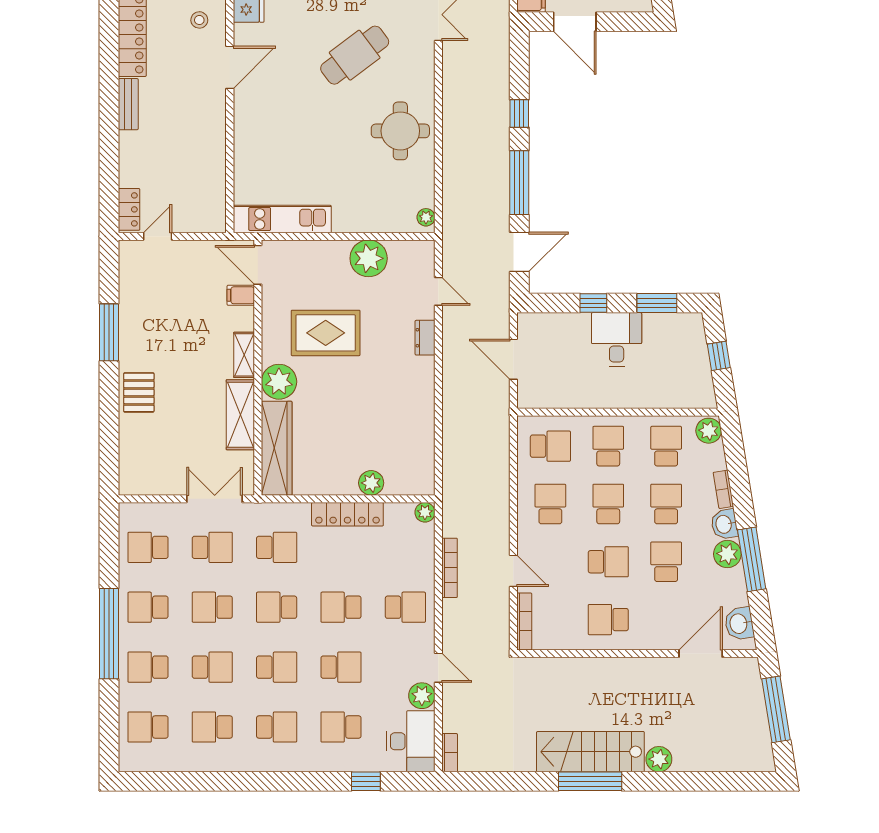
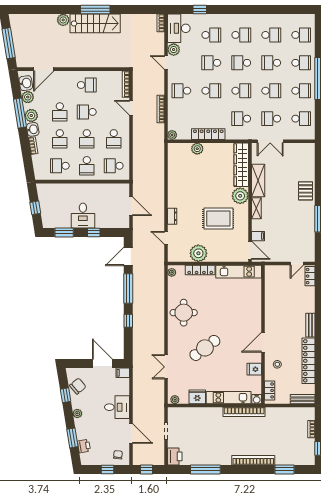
locker: (365, 222) -> (200, 270), added
plant: (709, 431) -> (28, 97), moved
school desk: (666, 446) -> (60, 166), turned 90
school desk: (277, 727) -> (241, 35), turned 180

